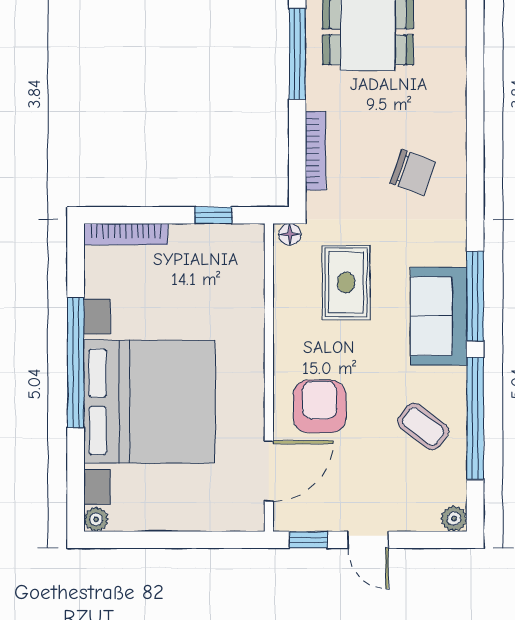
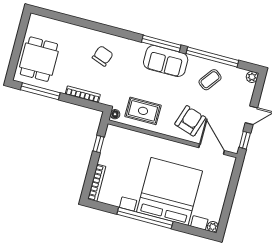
rug: (346, 283) -> (143, 111), moved
armchair: (320, 406) -> (190, 121), turned 108

